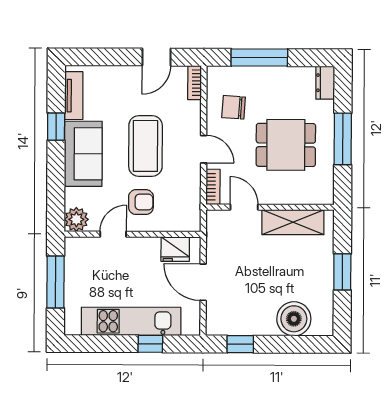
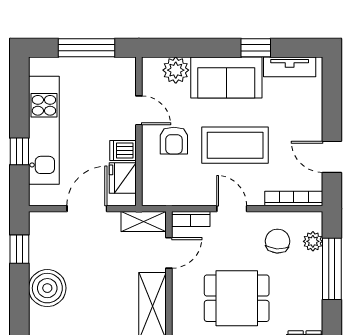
plant: (234, 75) -> (313, 241), added
bookcase: (195, 83) -> (294, 198), width x1.56
dining table: (286, 145) -> (237, 298), turned 90
door: (204, 149) -> (232, 209), swing flipped
plant: (76, 219) -> (176, 70), moved
shelving: (215, 230) -> (144, 221), added
dishwasher: (150, 249) -> (123, 151), added
boiler: (294, 319) -> (47, 288), moved

